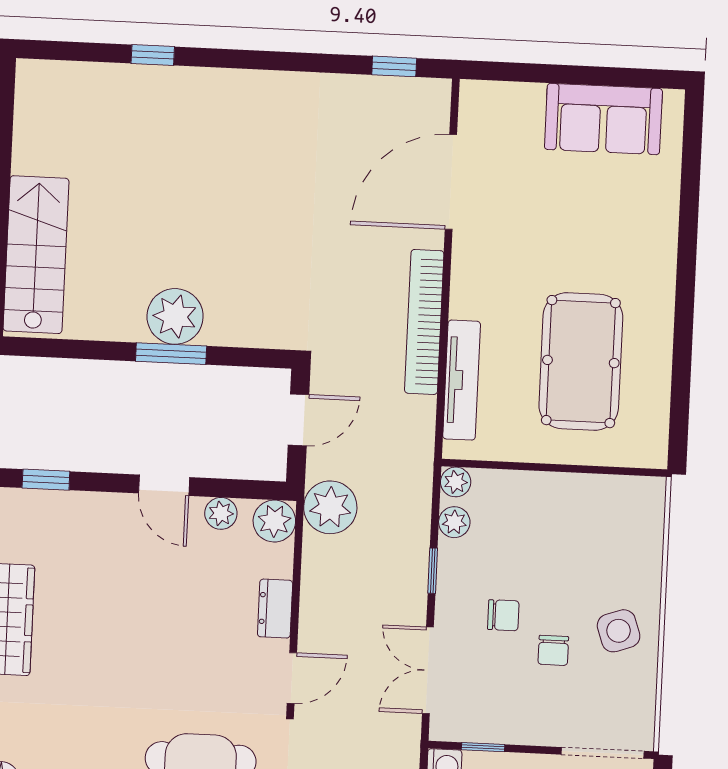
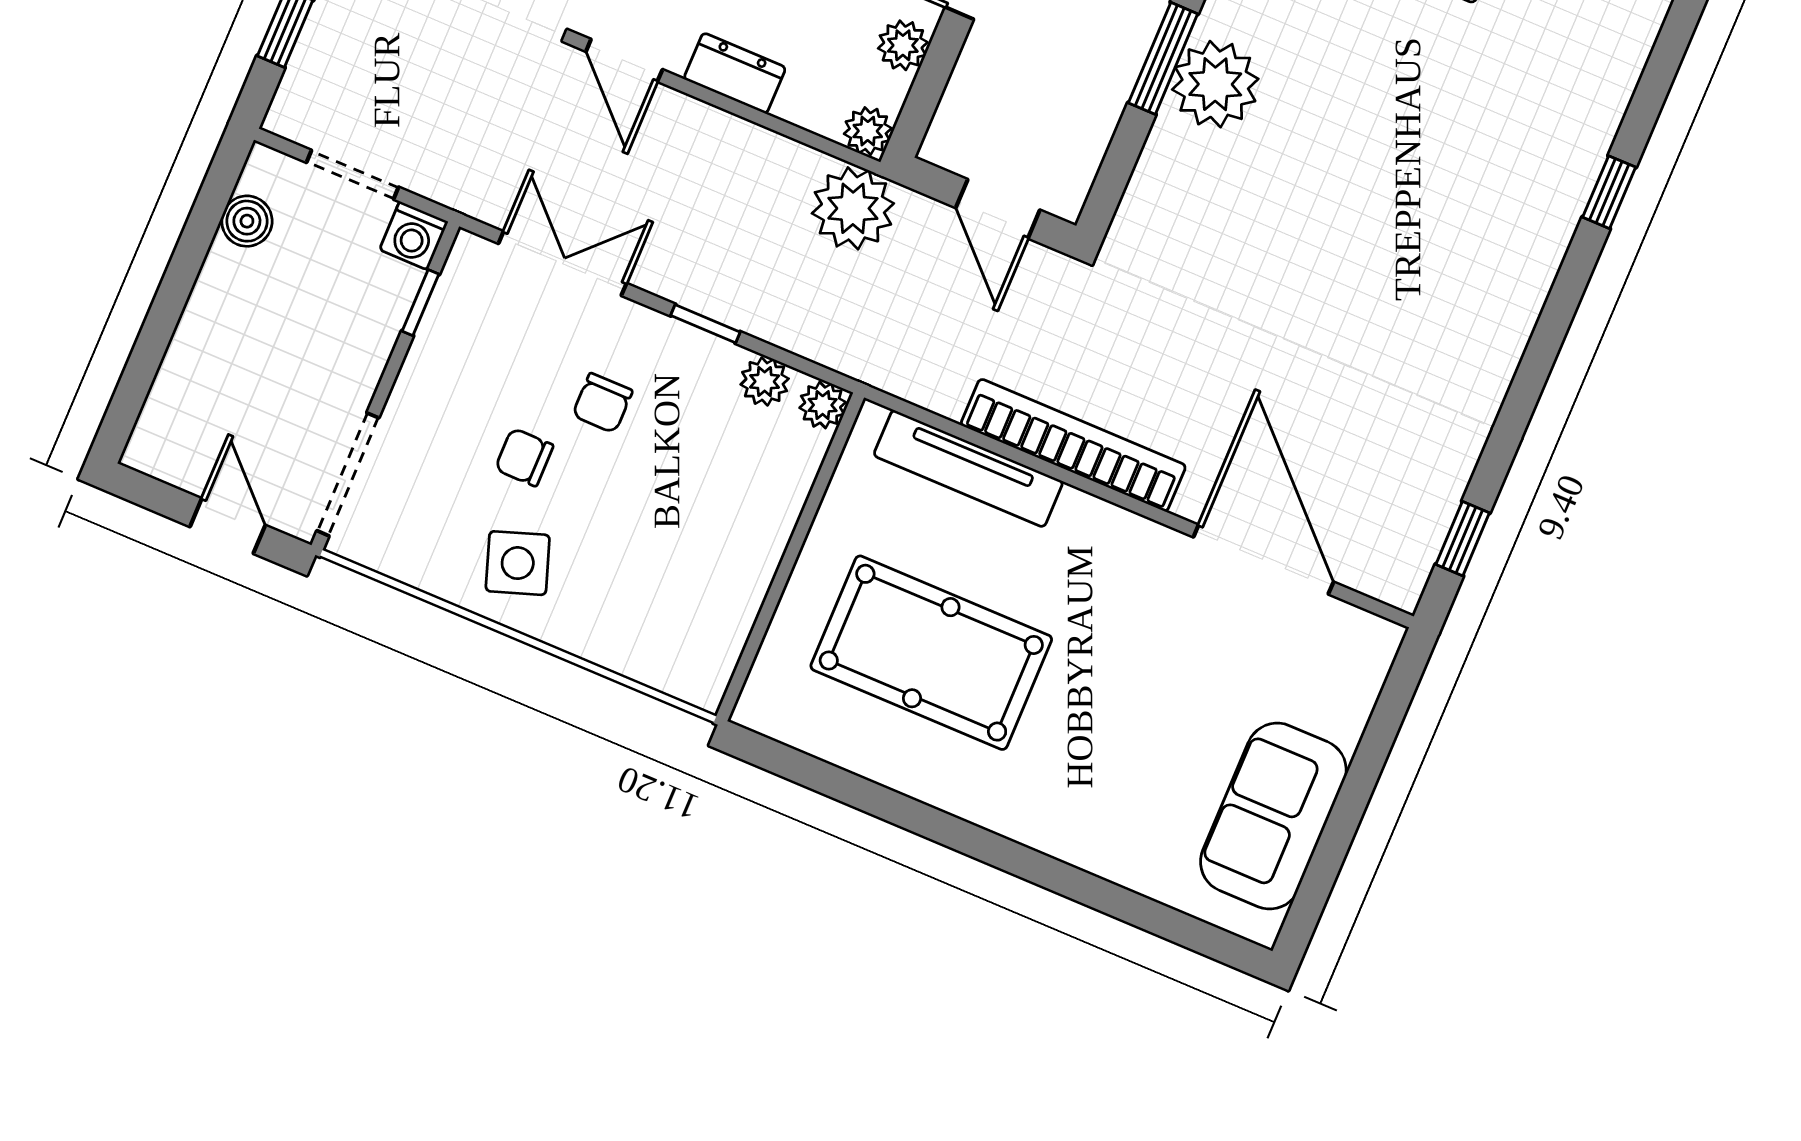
plant: (274, 521) -> (868, 131), width x0.73, depth x0.73

